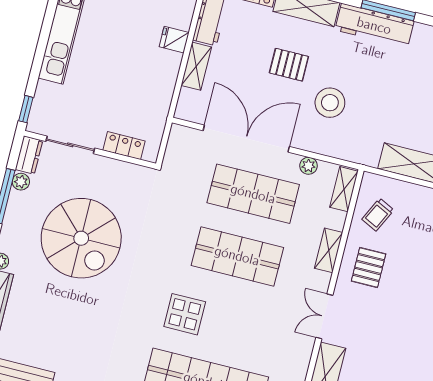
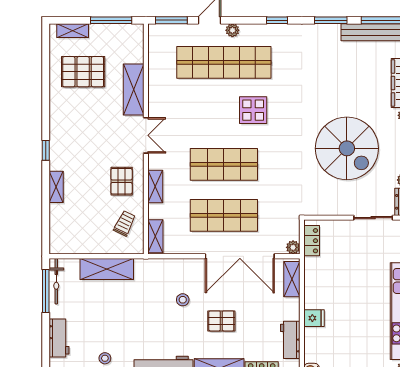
shelving: (196, 66) -> (292, 279), moved
stool: (330, 103) -> (183, 300), width x0.53, depth x0.53
locker: (124, 146) -> (312, 241), moved, turned -90
plant: (308, 166) -> (293, 247), moved
spiral stairs: (81, 238) -> (347, 148), turned 180

